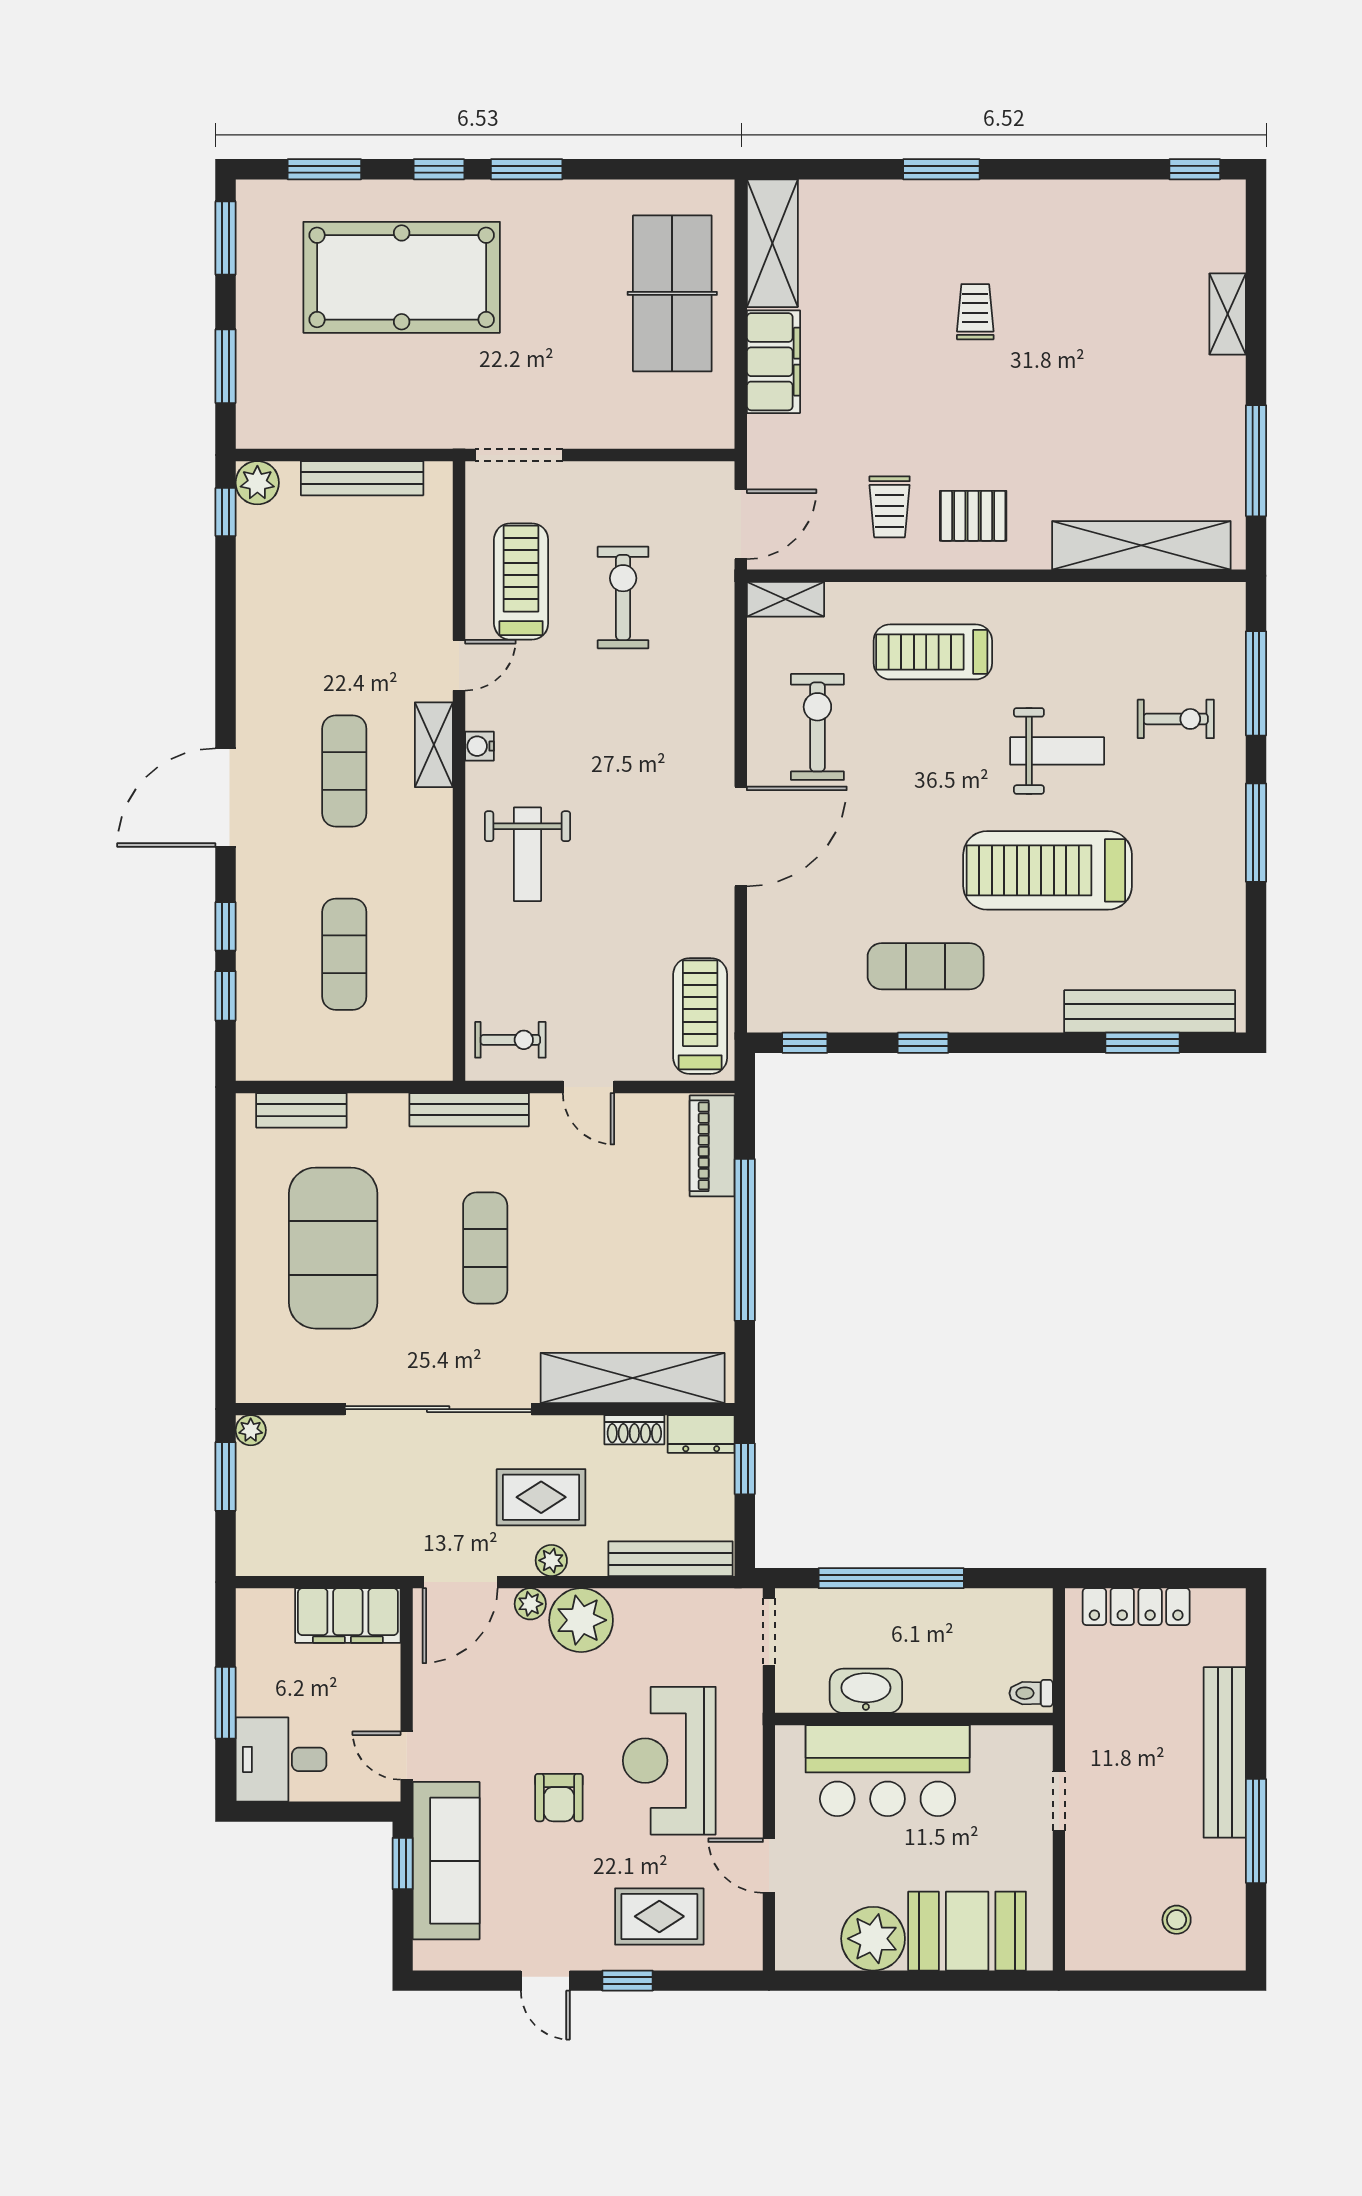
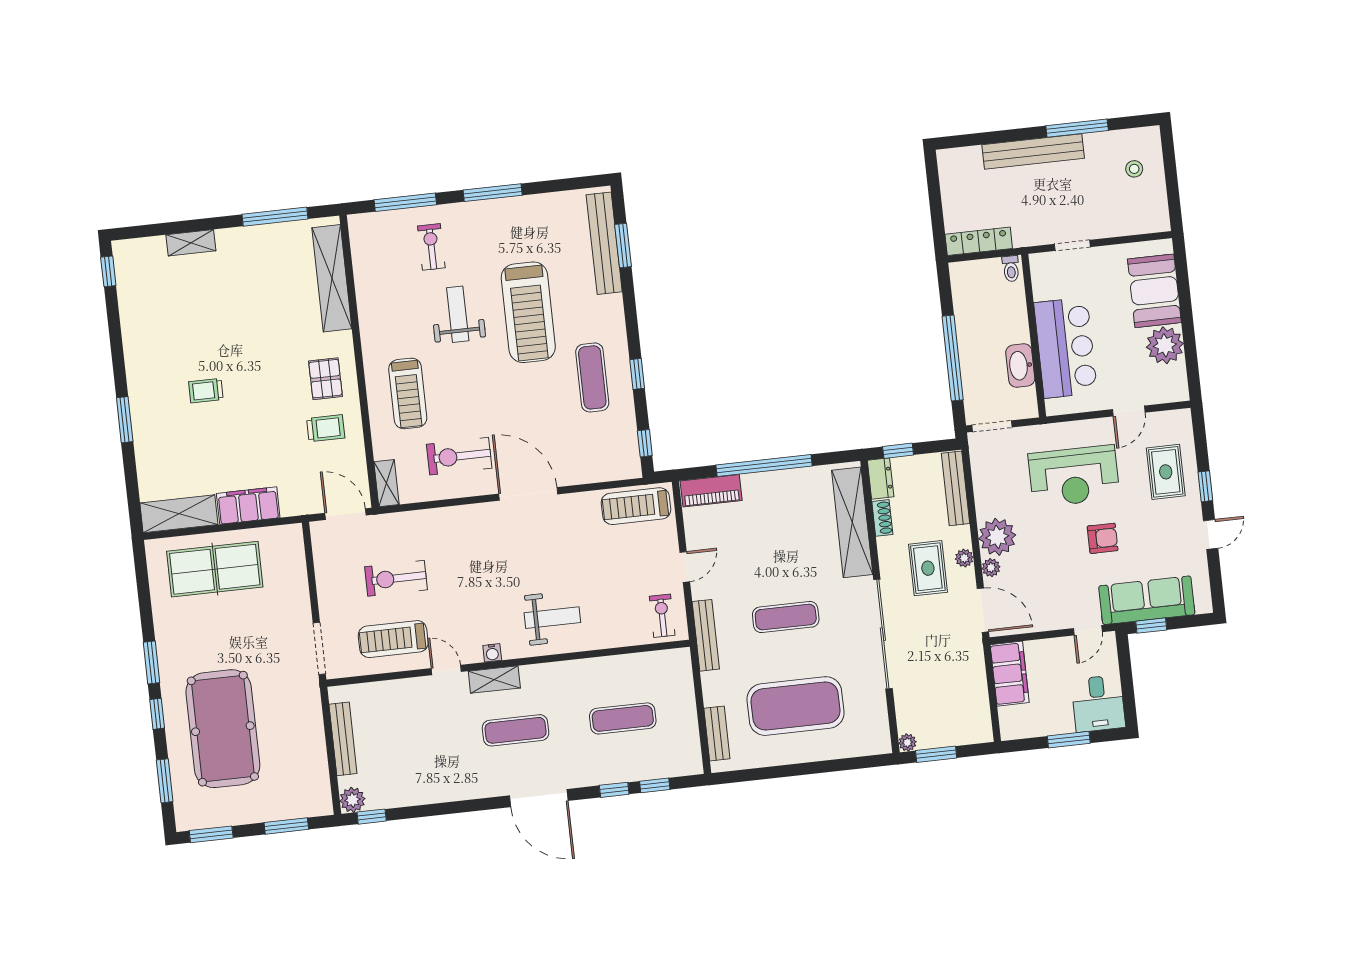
locker: (1136, 1607) -> (979, 241), moved, turned -90

